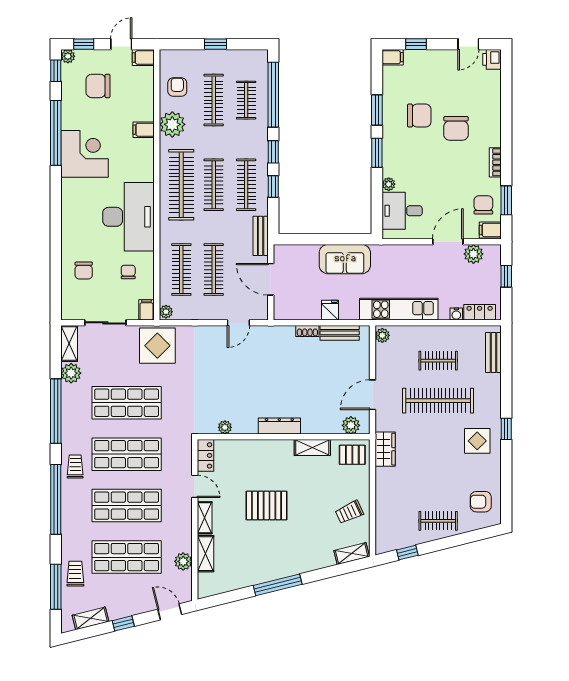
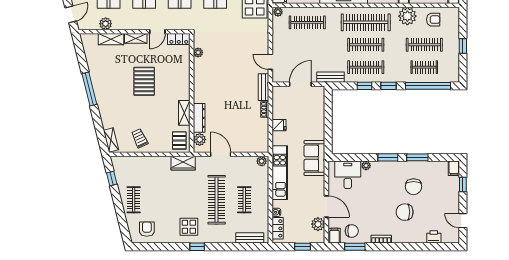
printer: (492, 59) -> (434, 237), moved
sofa: (345, 259) -> (314, 158), moved
clothes rail: (214, 270) -> (307, 45), removed
bench: (340, 333) -> (263, 87), moved
dresser: (279, 426) -> (199, 118), moved

